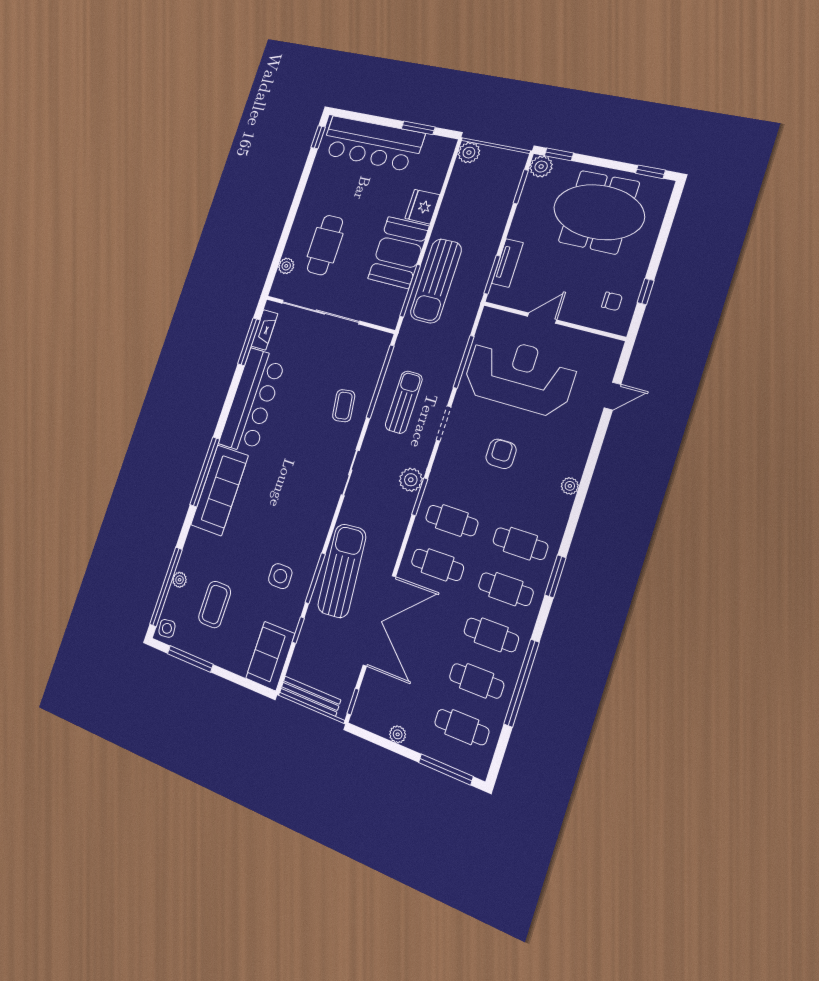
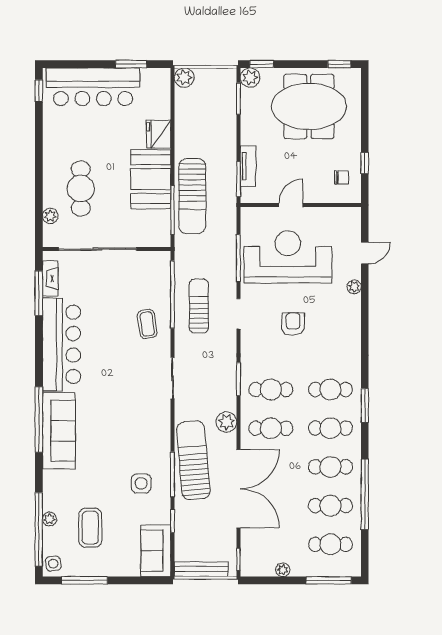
plant: (411, 480) -> (226, 422), moved
plant: (570, 486) -> (354, 287), moved

